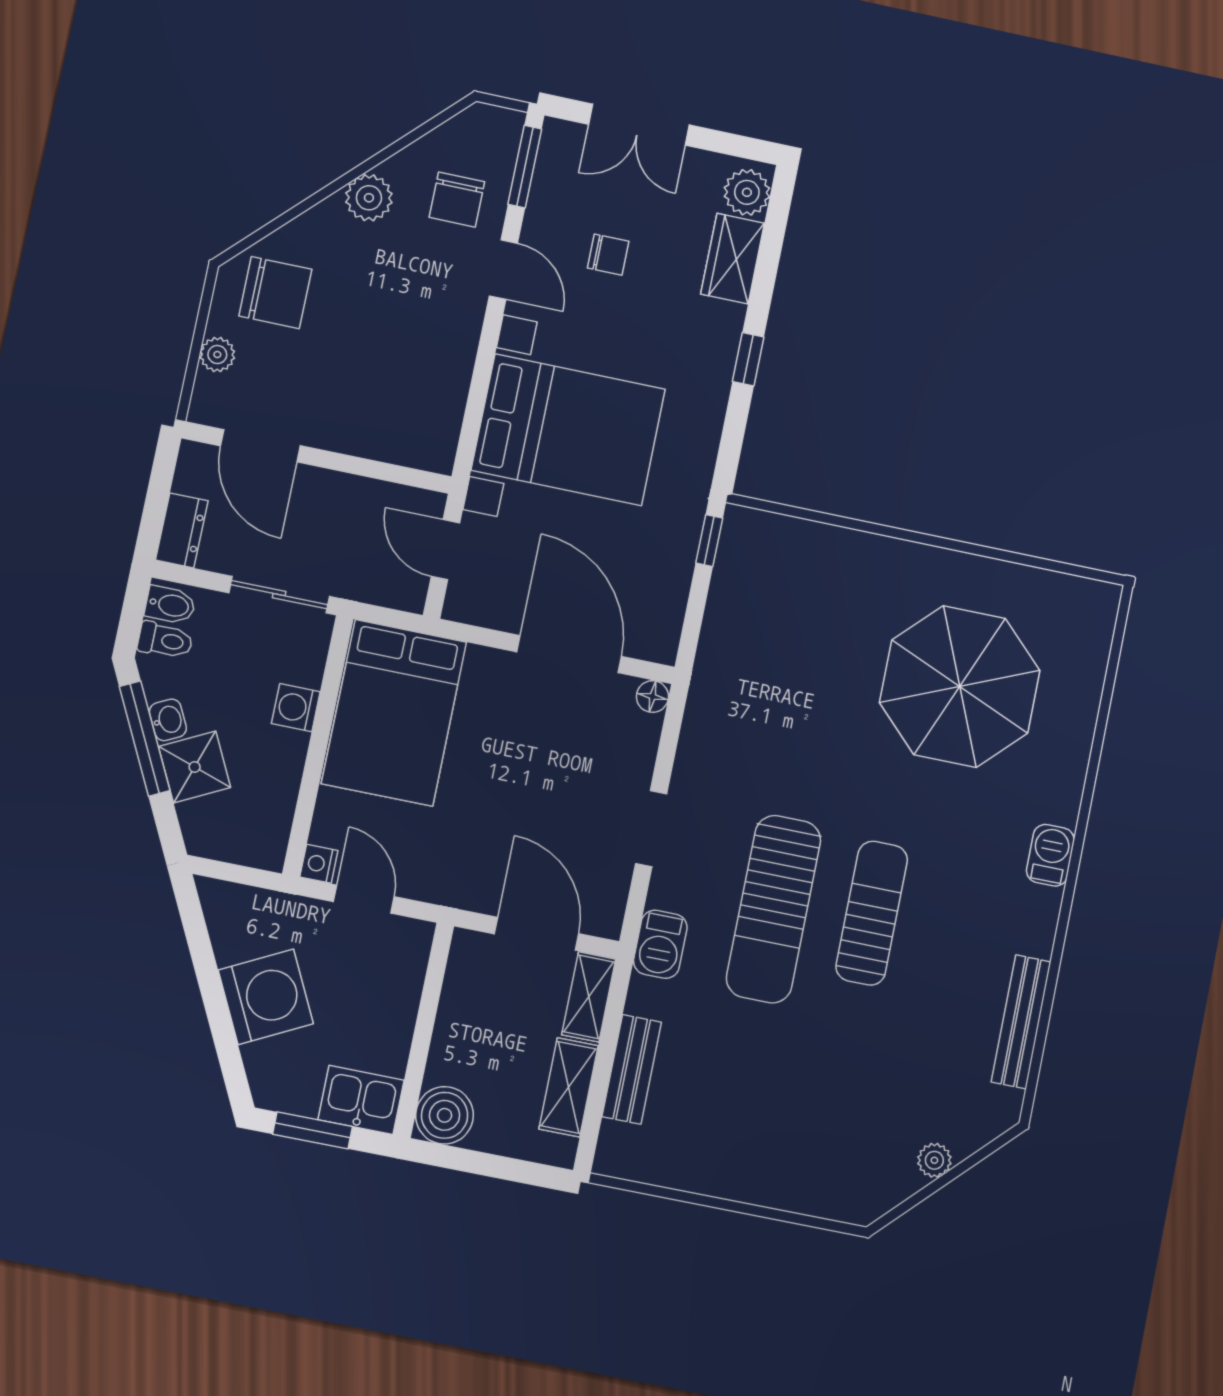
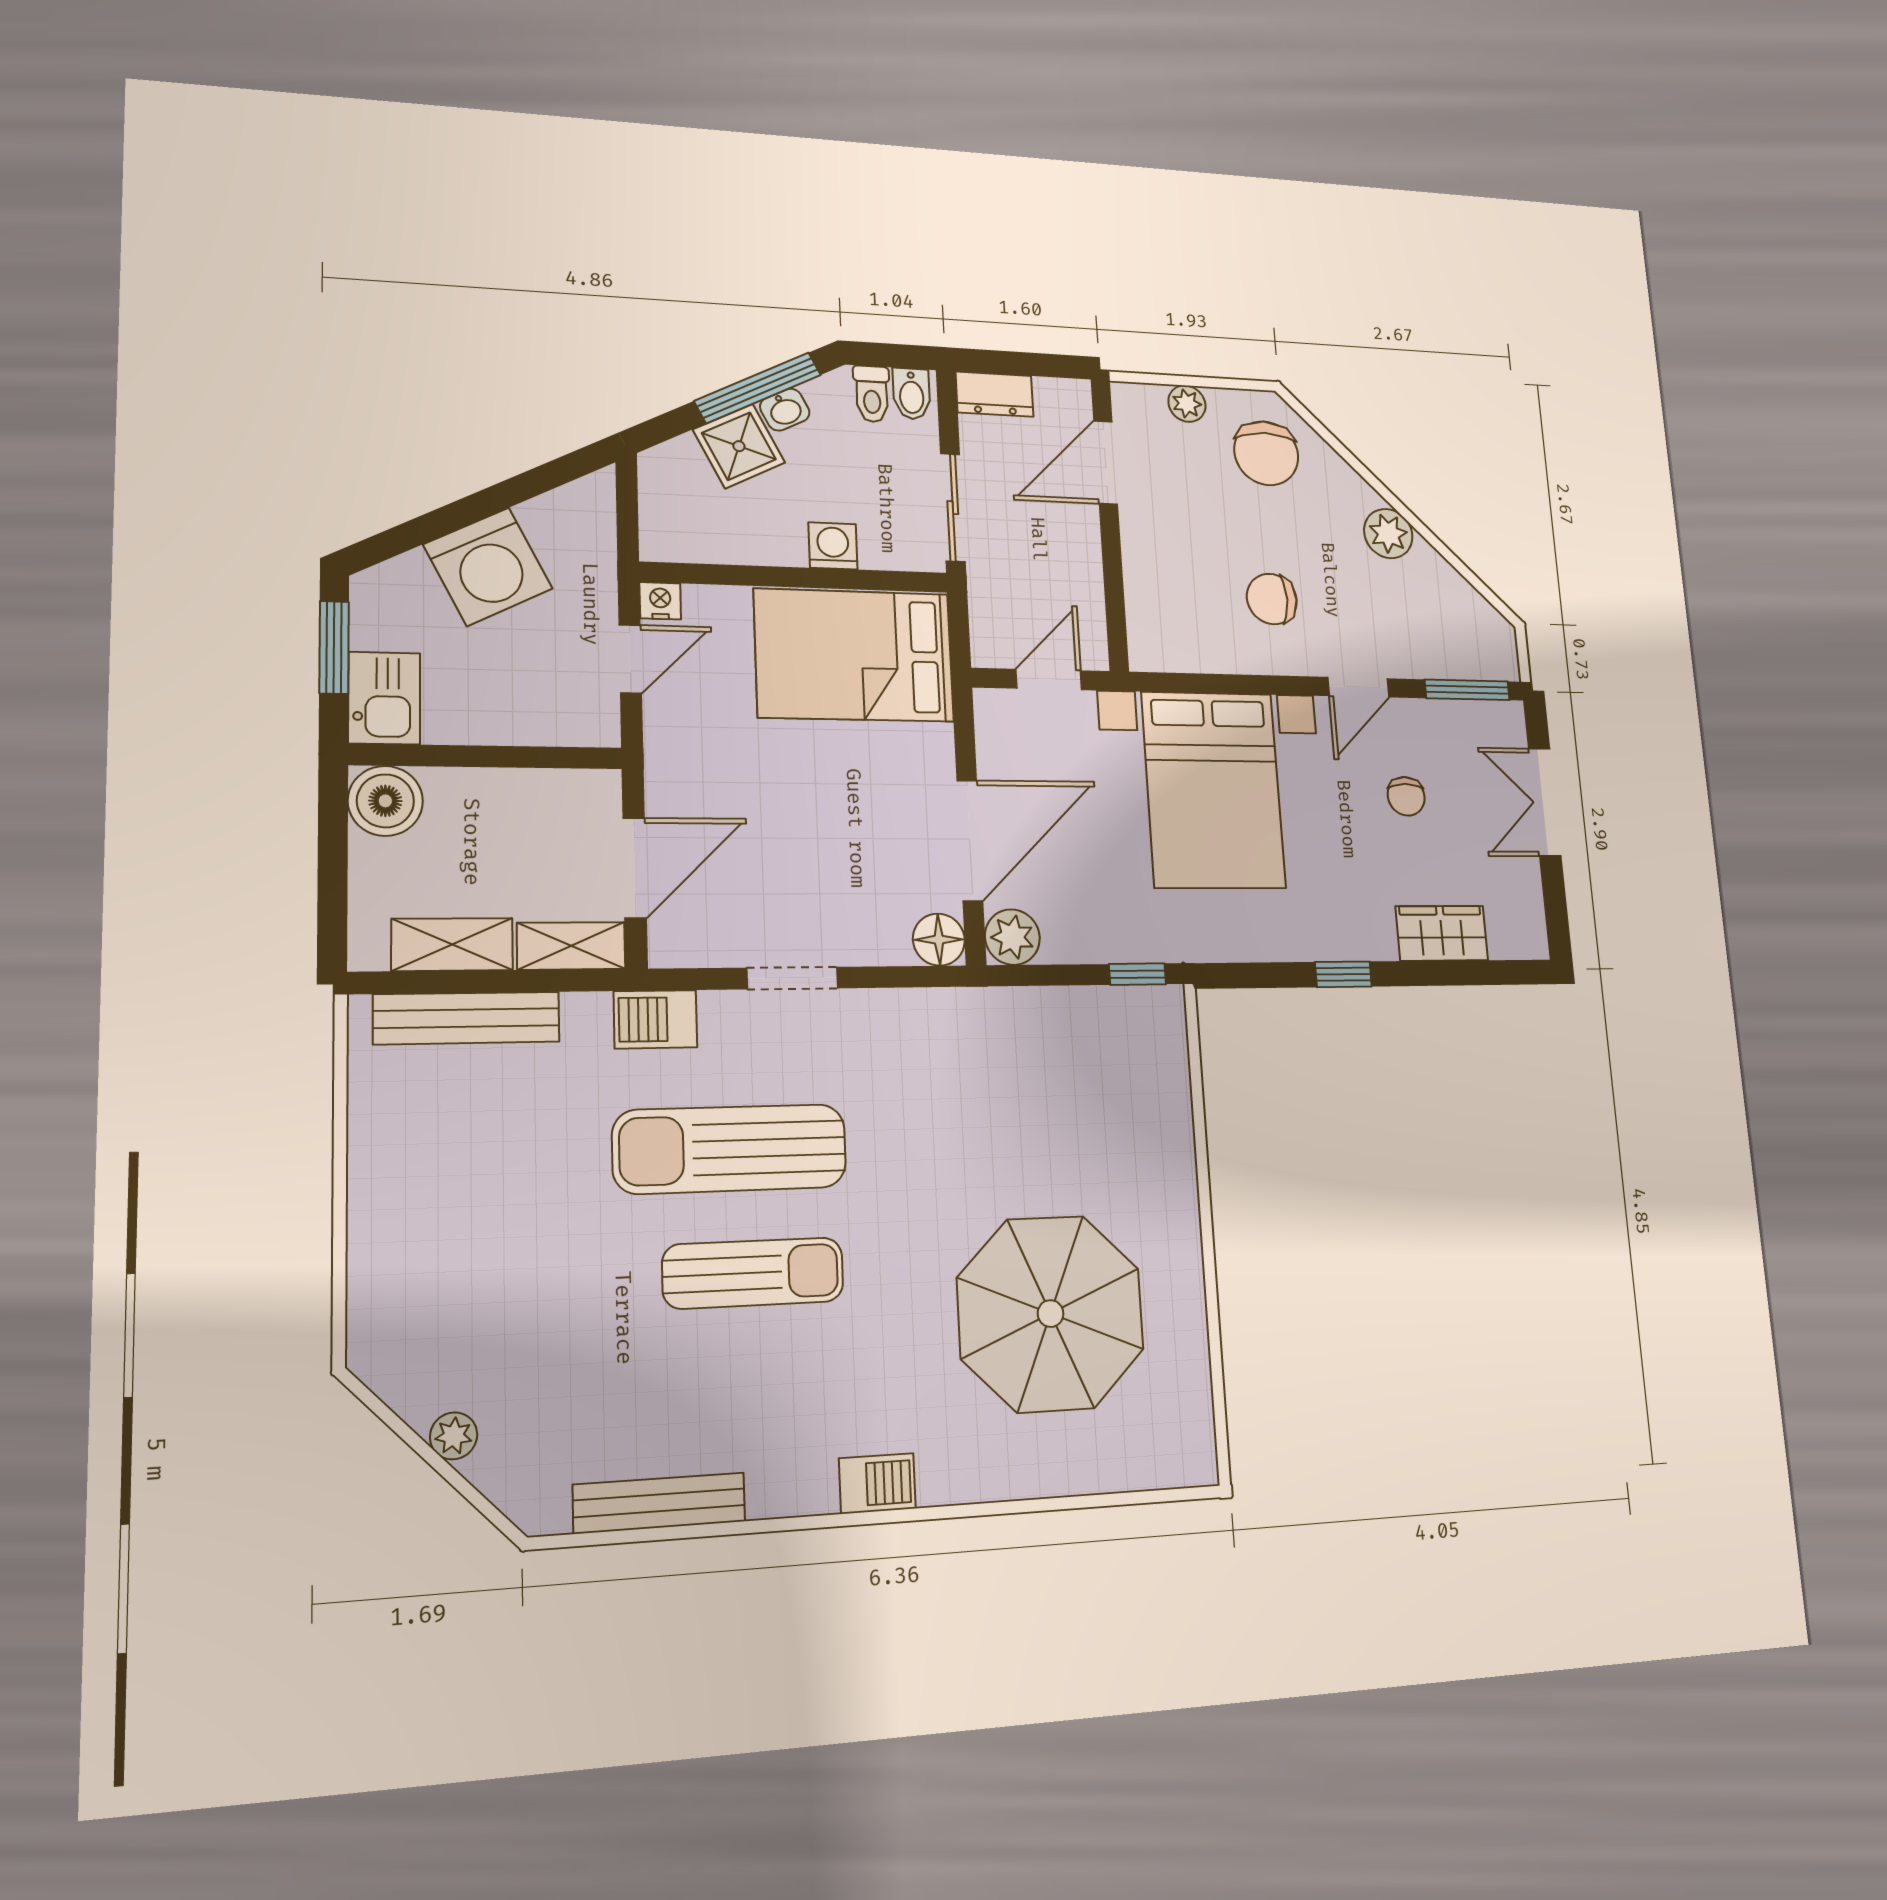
plant: (747, 192) -> (1012, 937), moved
chair: (457, 200) -> (1272, 599), moved
floor lamp: (652, 697) -> (939, 940), width x1.37, depth x1.37
bench: (632, 1069) -> (467, 1018), width x1.36

